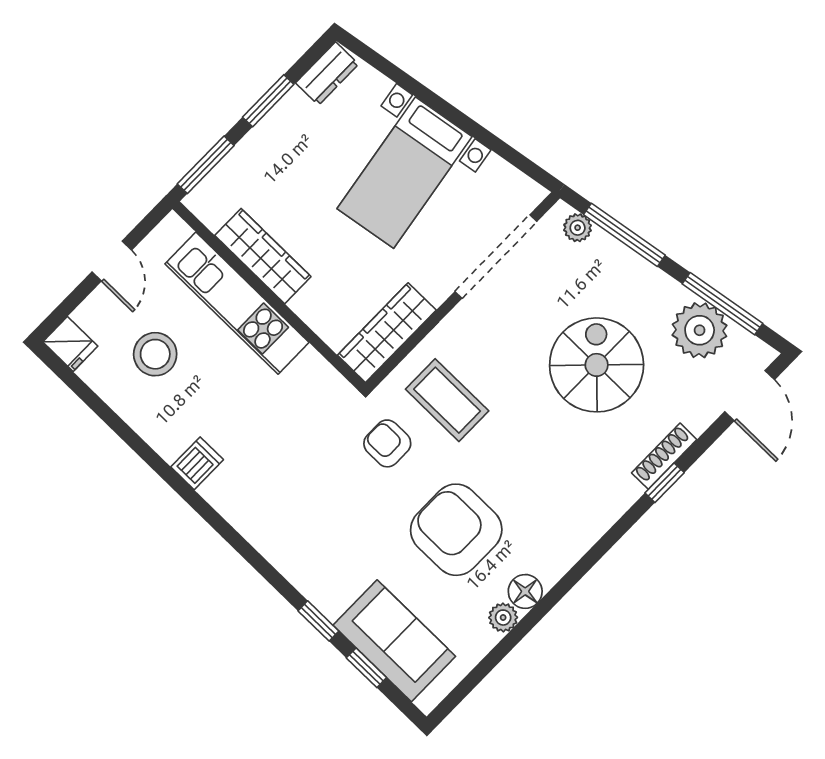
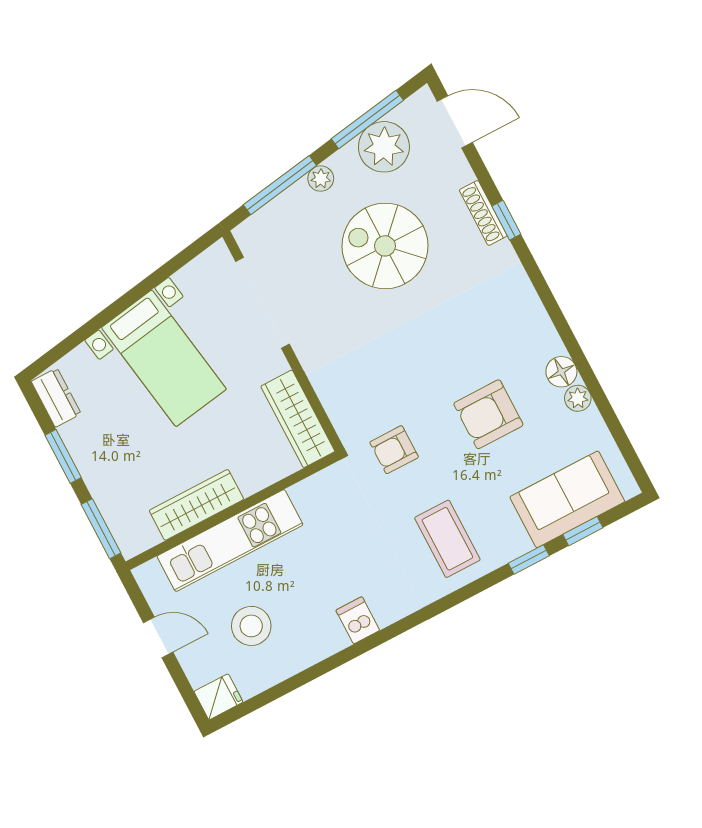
plant: (578, 228) -> (321, 179), moved
coffee table: (447, 400) -> (447, 539), moved, turned 90
armchair: (456, 530) -> (488, 414), width x0.73, depth x0.73

